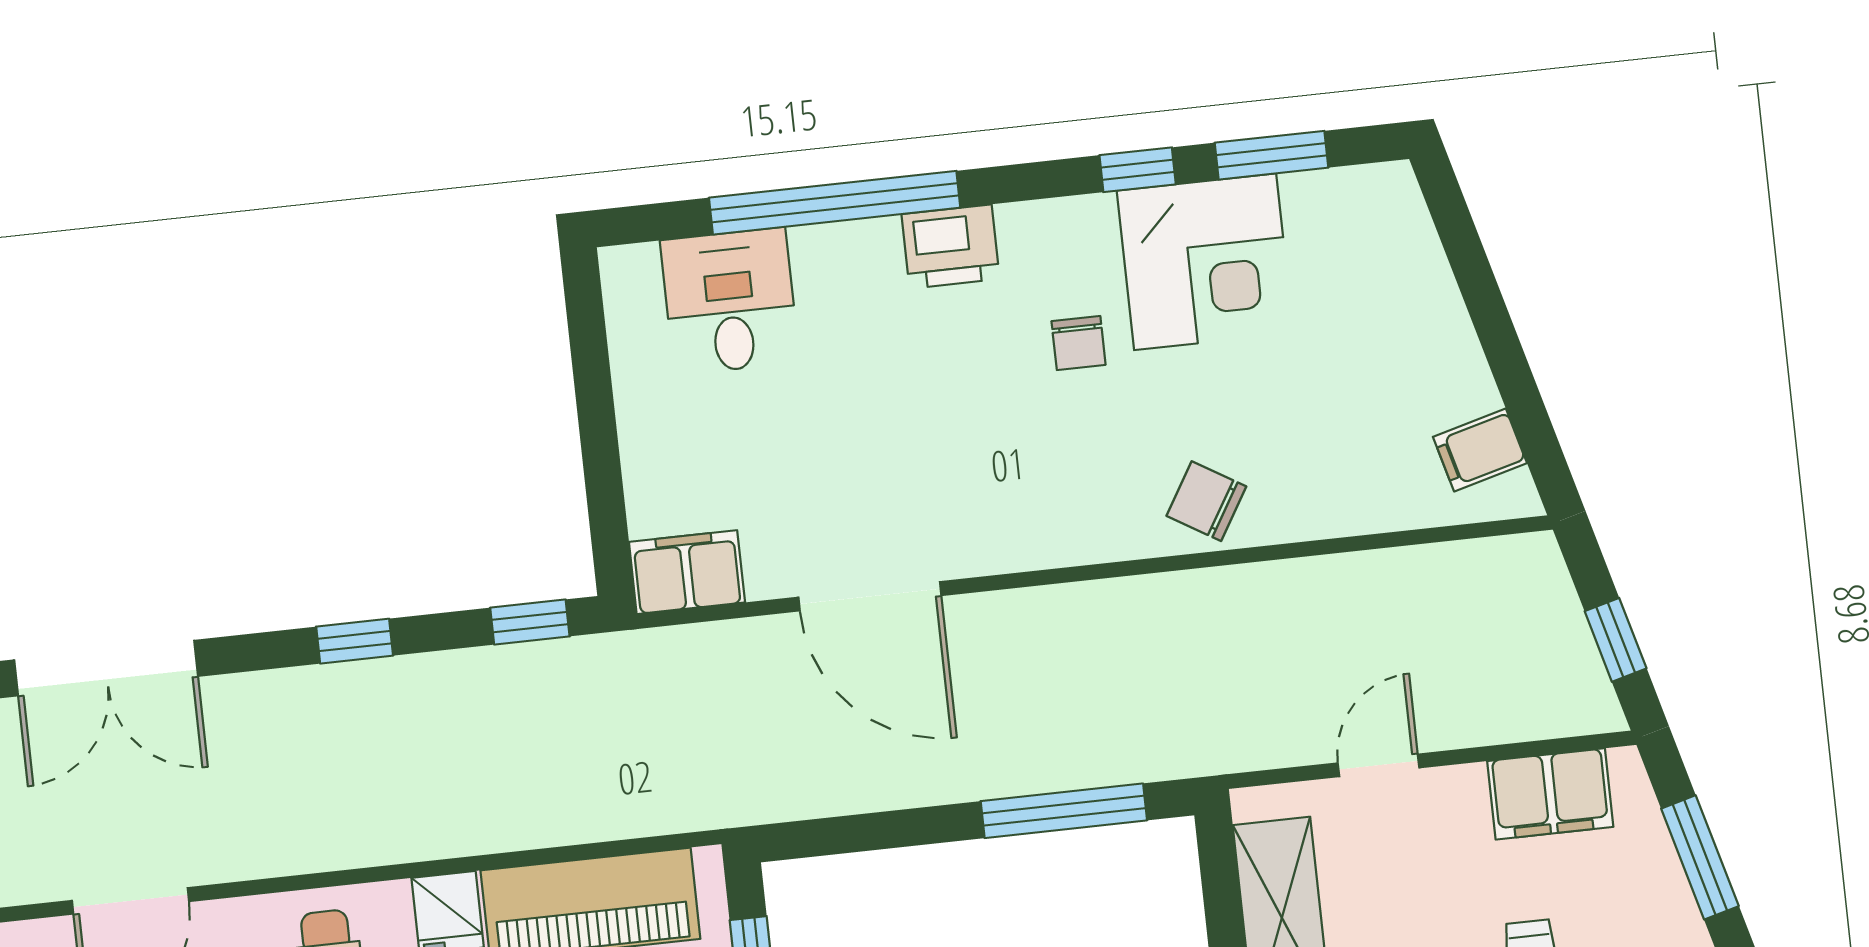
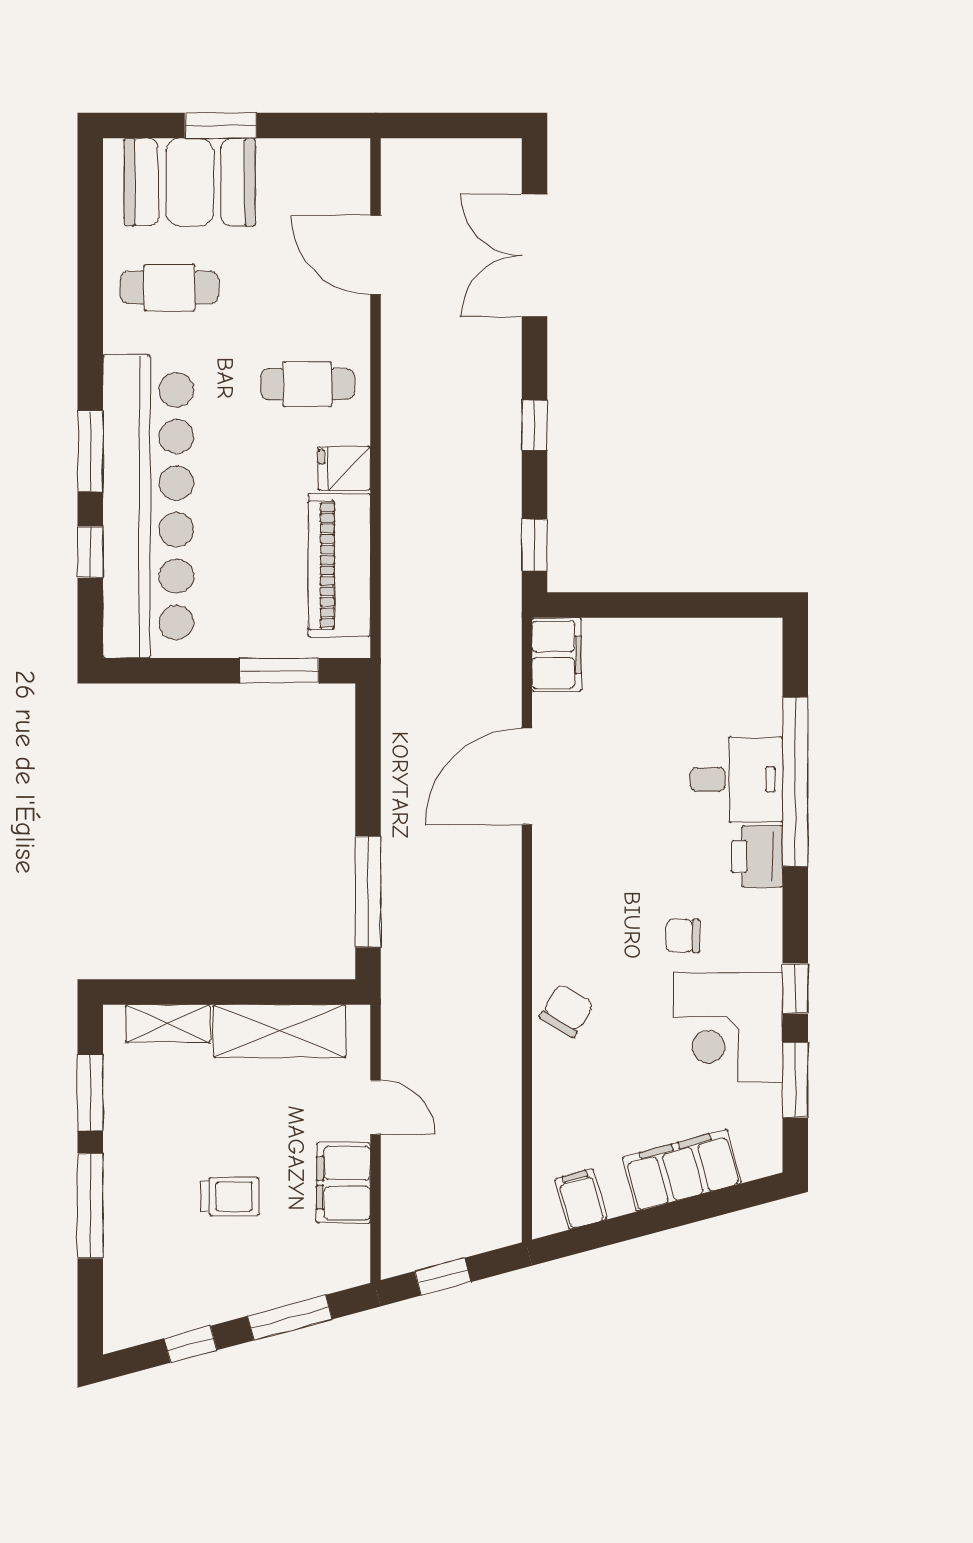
desk: (730, 301) -> (736, 779), moved
filing cabinet: (1422, 307) -> (682, 1170), added
filing cabinet: (1550, 794) -> (344, 1183), moved

